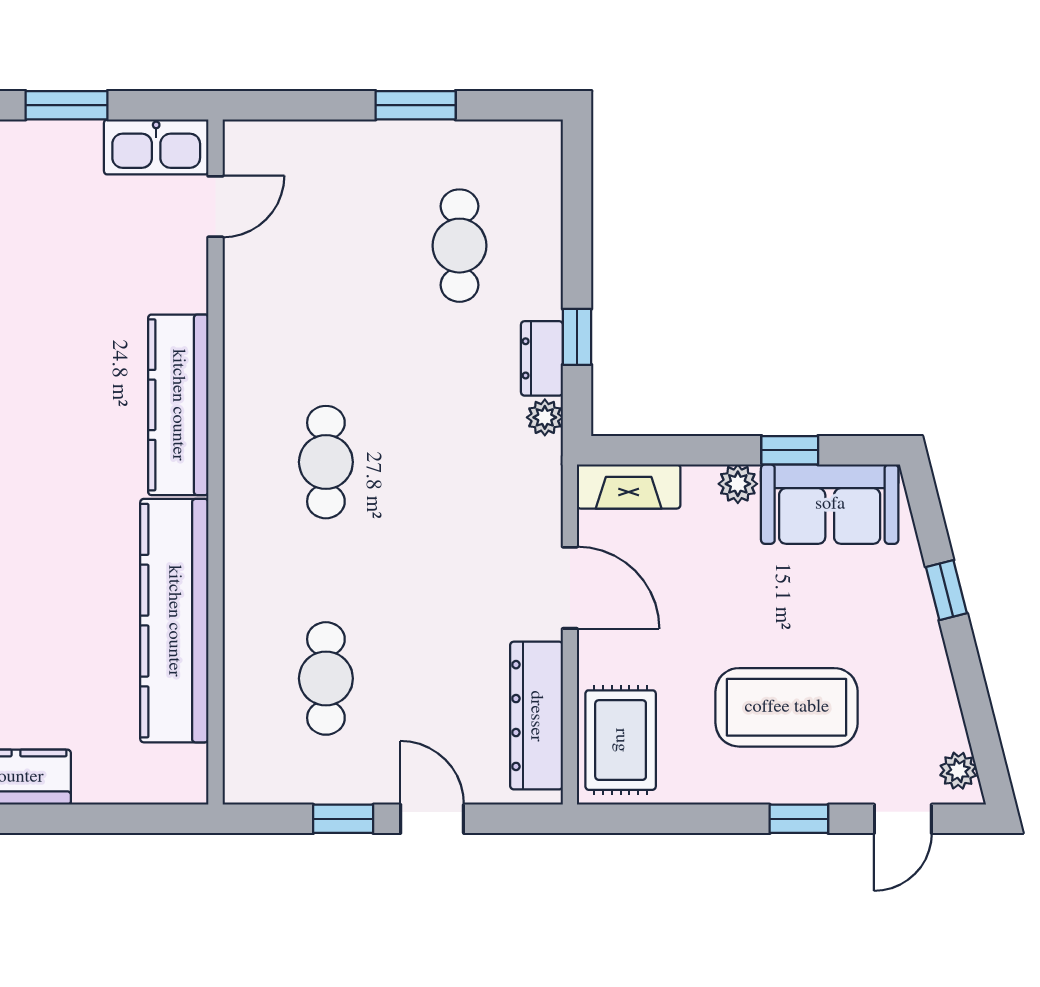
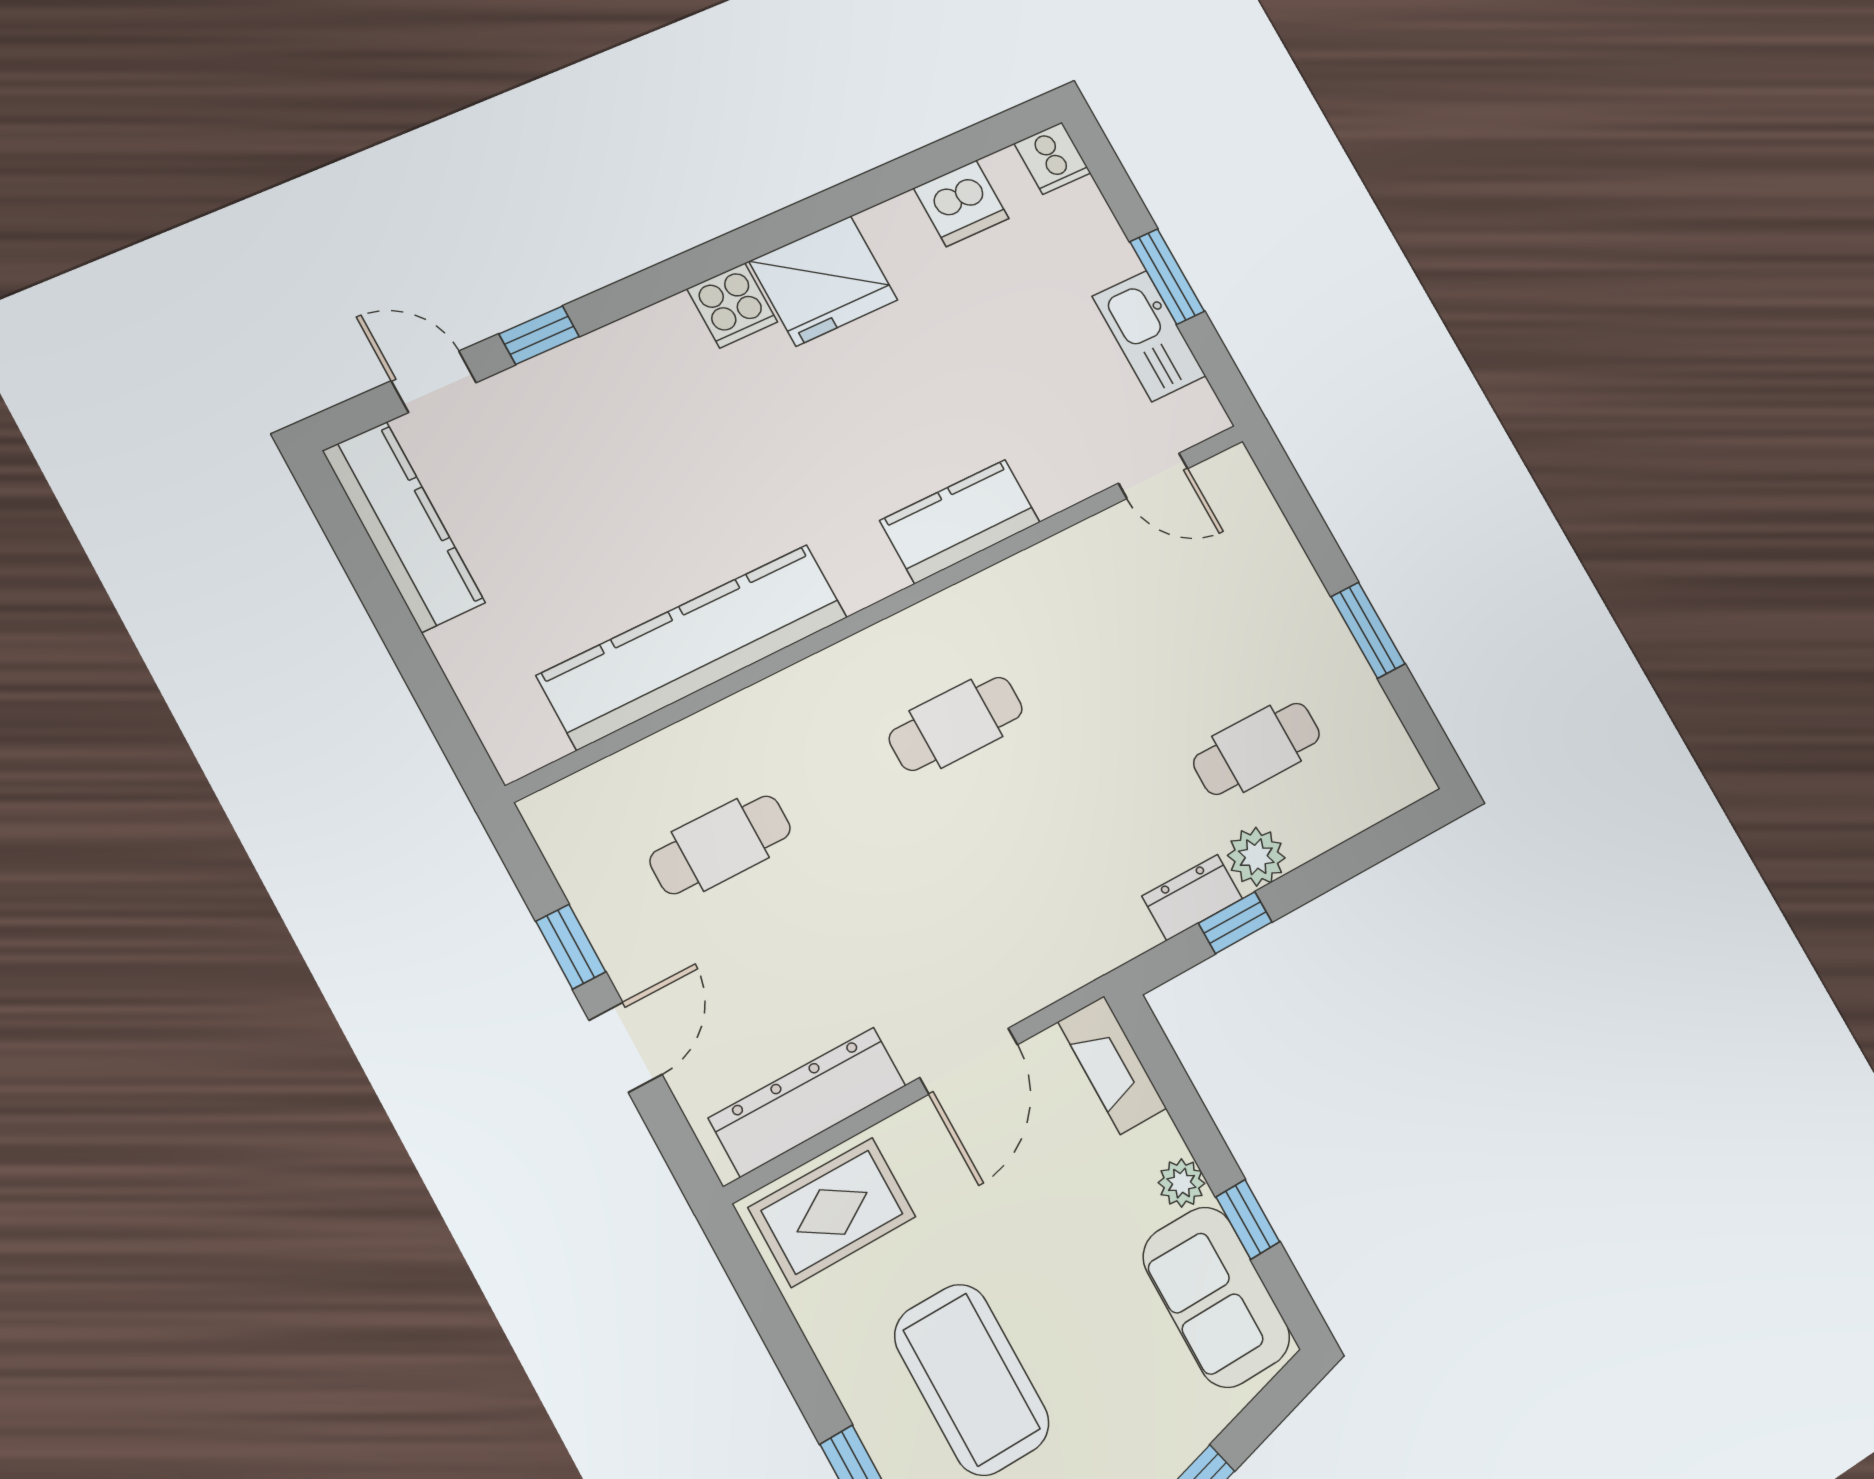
kitchen sink: (156, 147) -> (1149, 336), moved
kitchen counter: (178, 405) -> (960, 521), width x0.67
plant: (545, 417) -> (1256, 857), moved, width x1.38, depth x1.38

